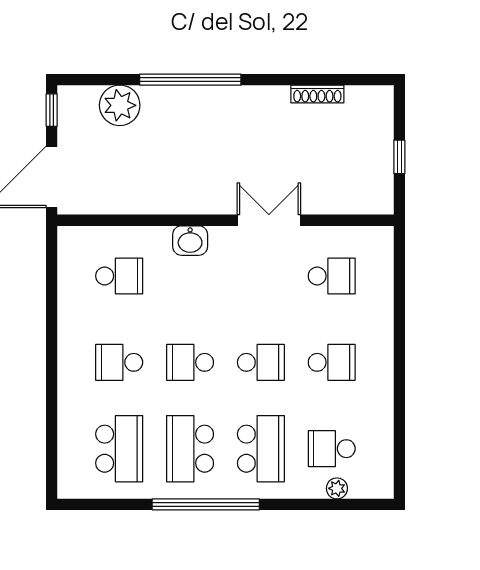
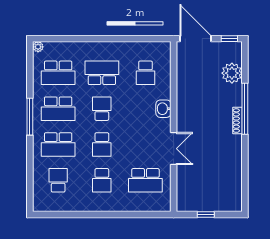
shoe rack: (317, 94) -> (238, 121), moved
school desk: (332, 276) -> (145, 180), width x1.85
school desk: (119, 362) -> (102, 73), width x1.85
school desk: (190, 449) -> (58, 109), turned 180
plant: (337, 488) -> (38, 47), moved
window: (206, 504) -> (30, 117), width x0.68

